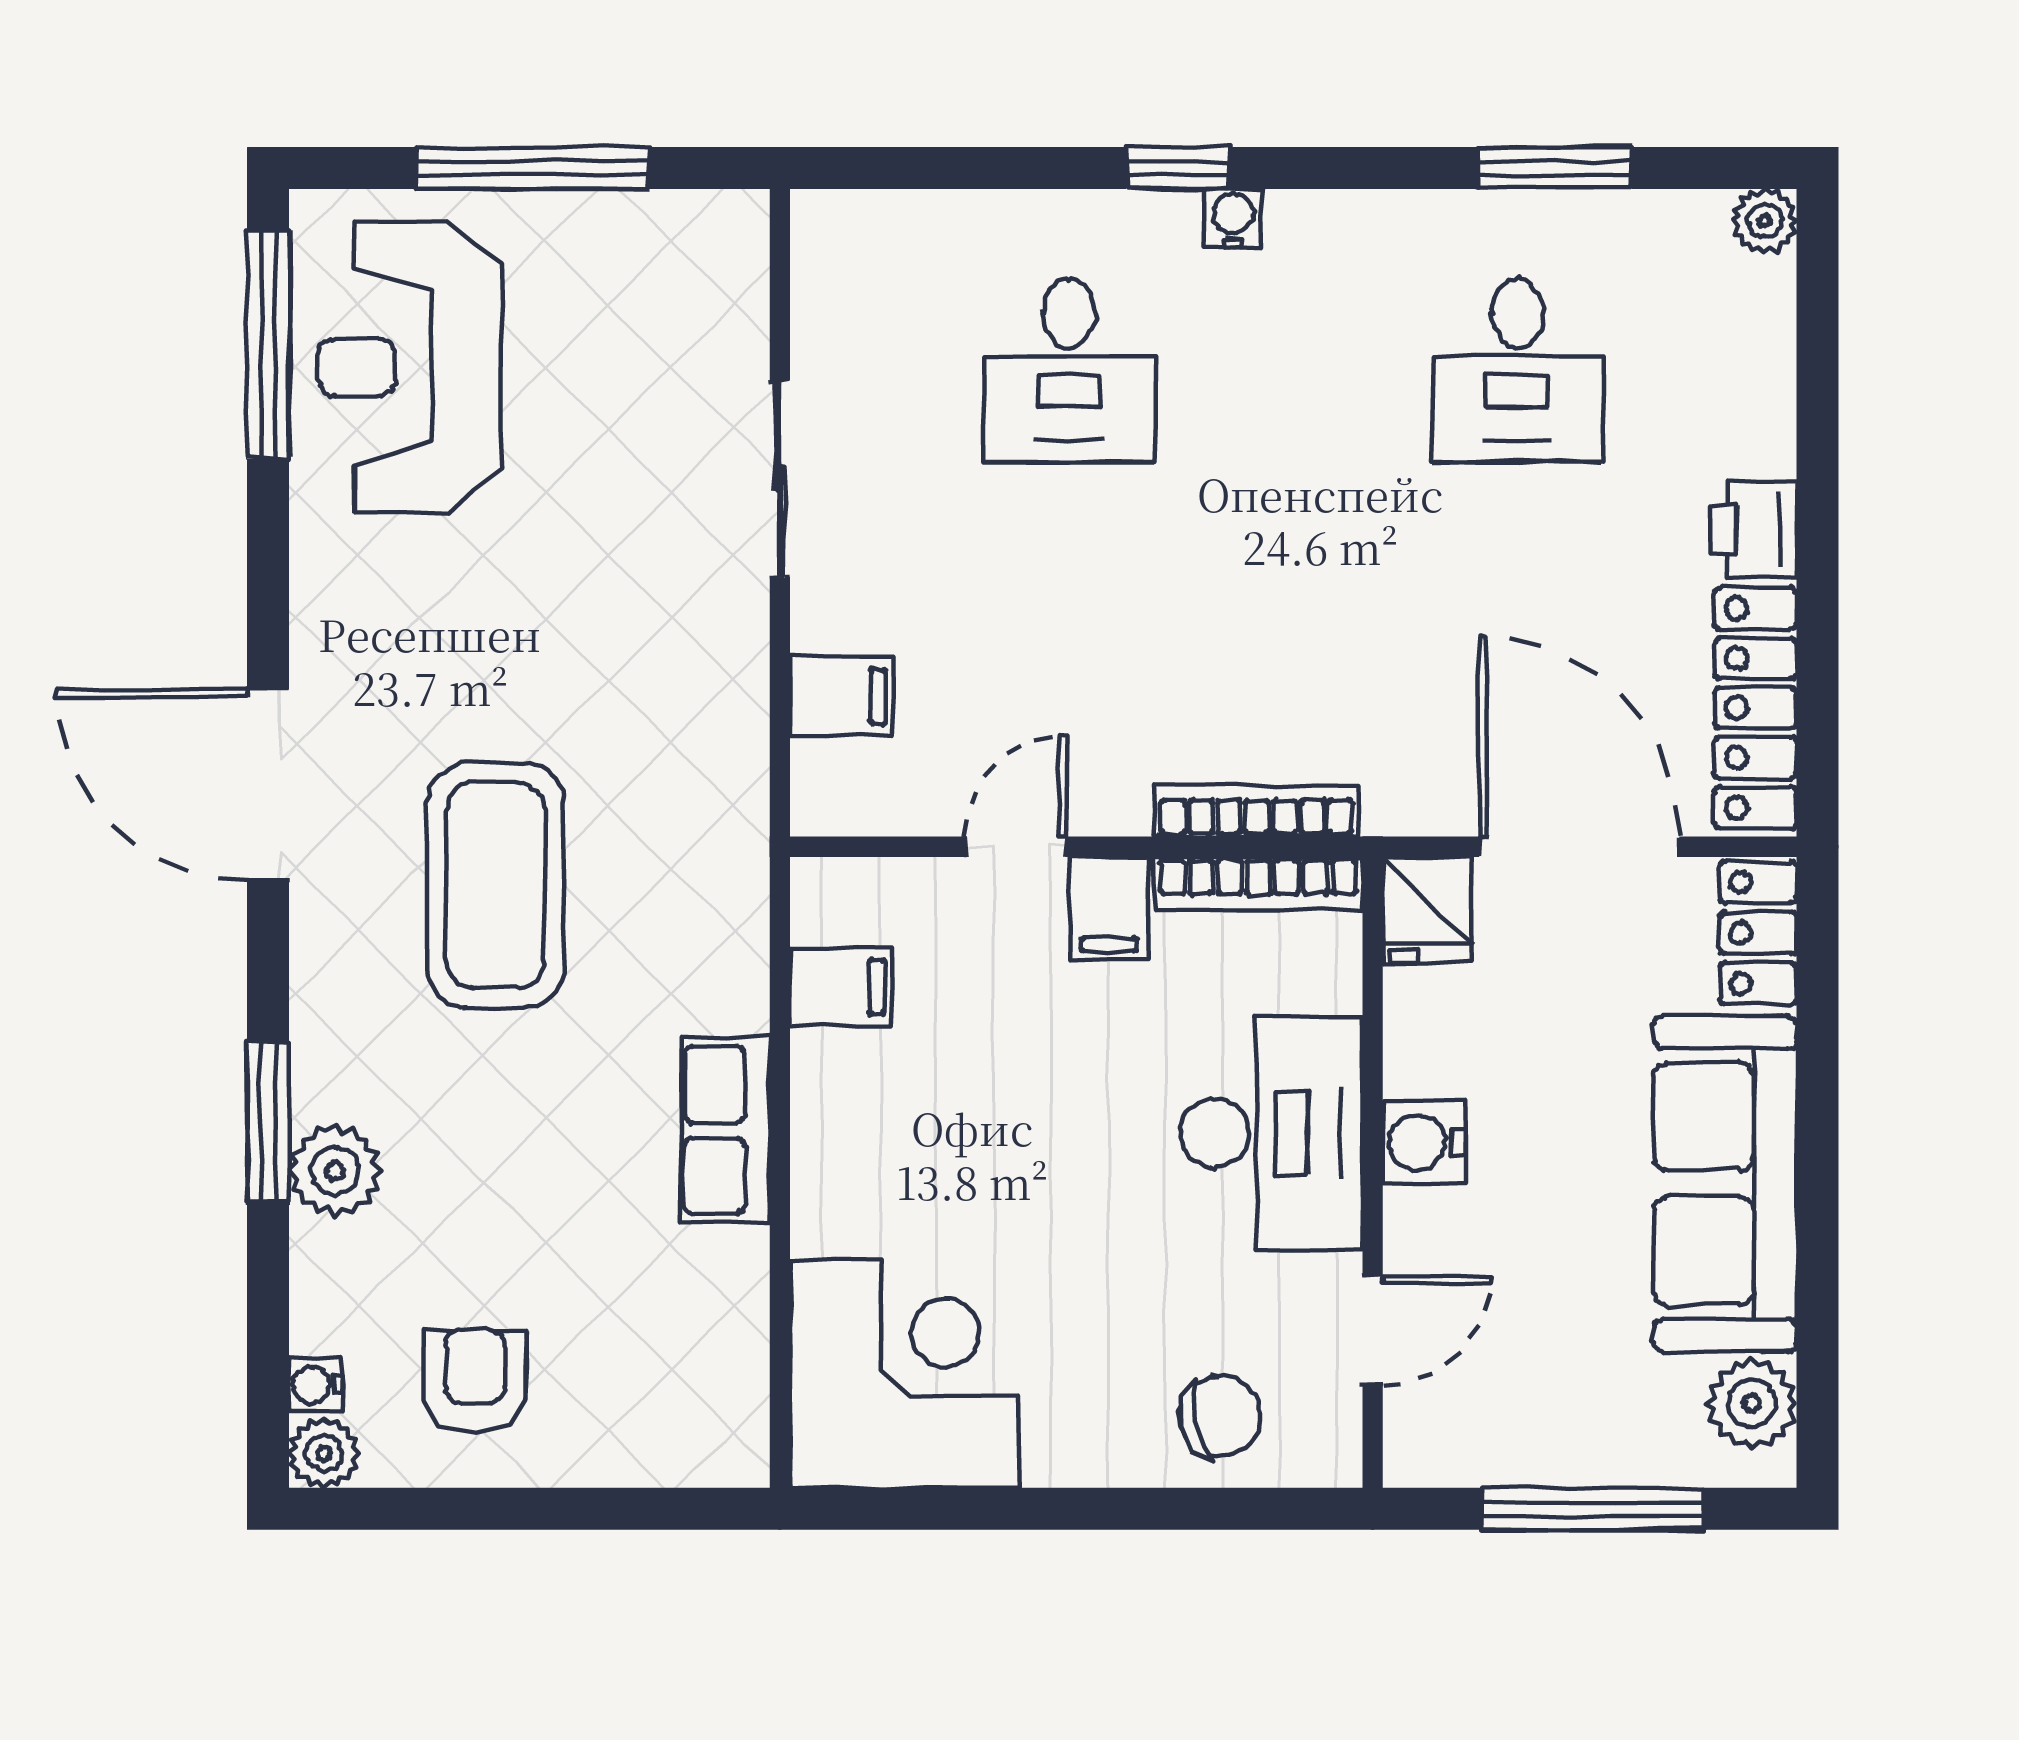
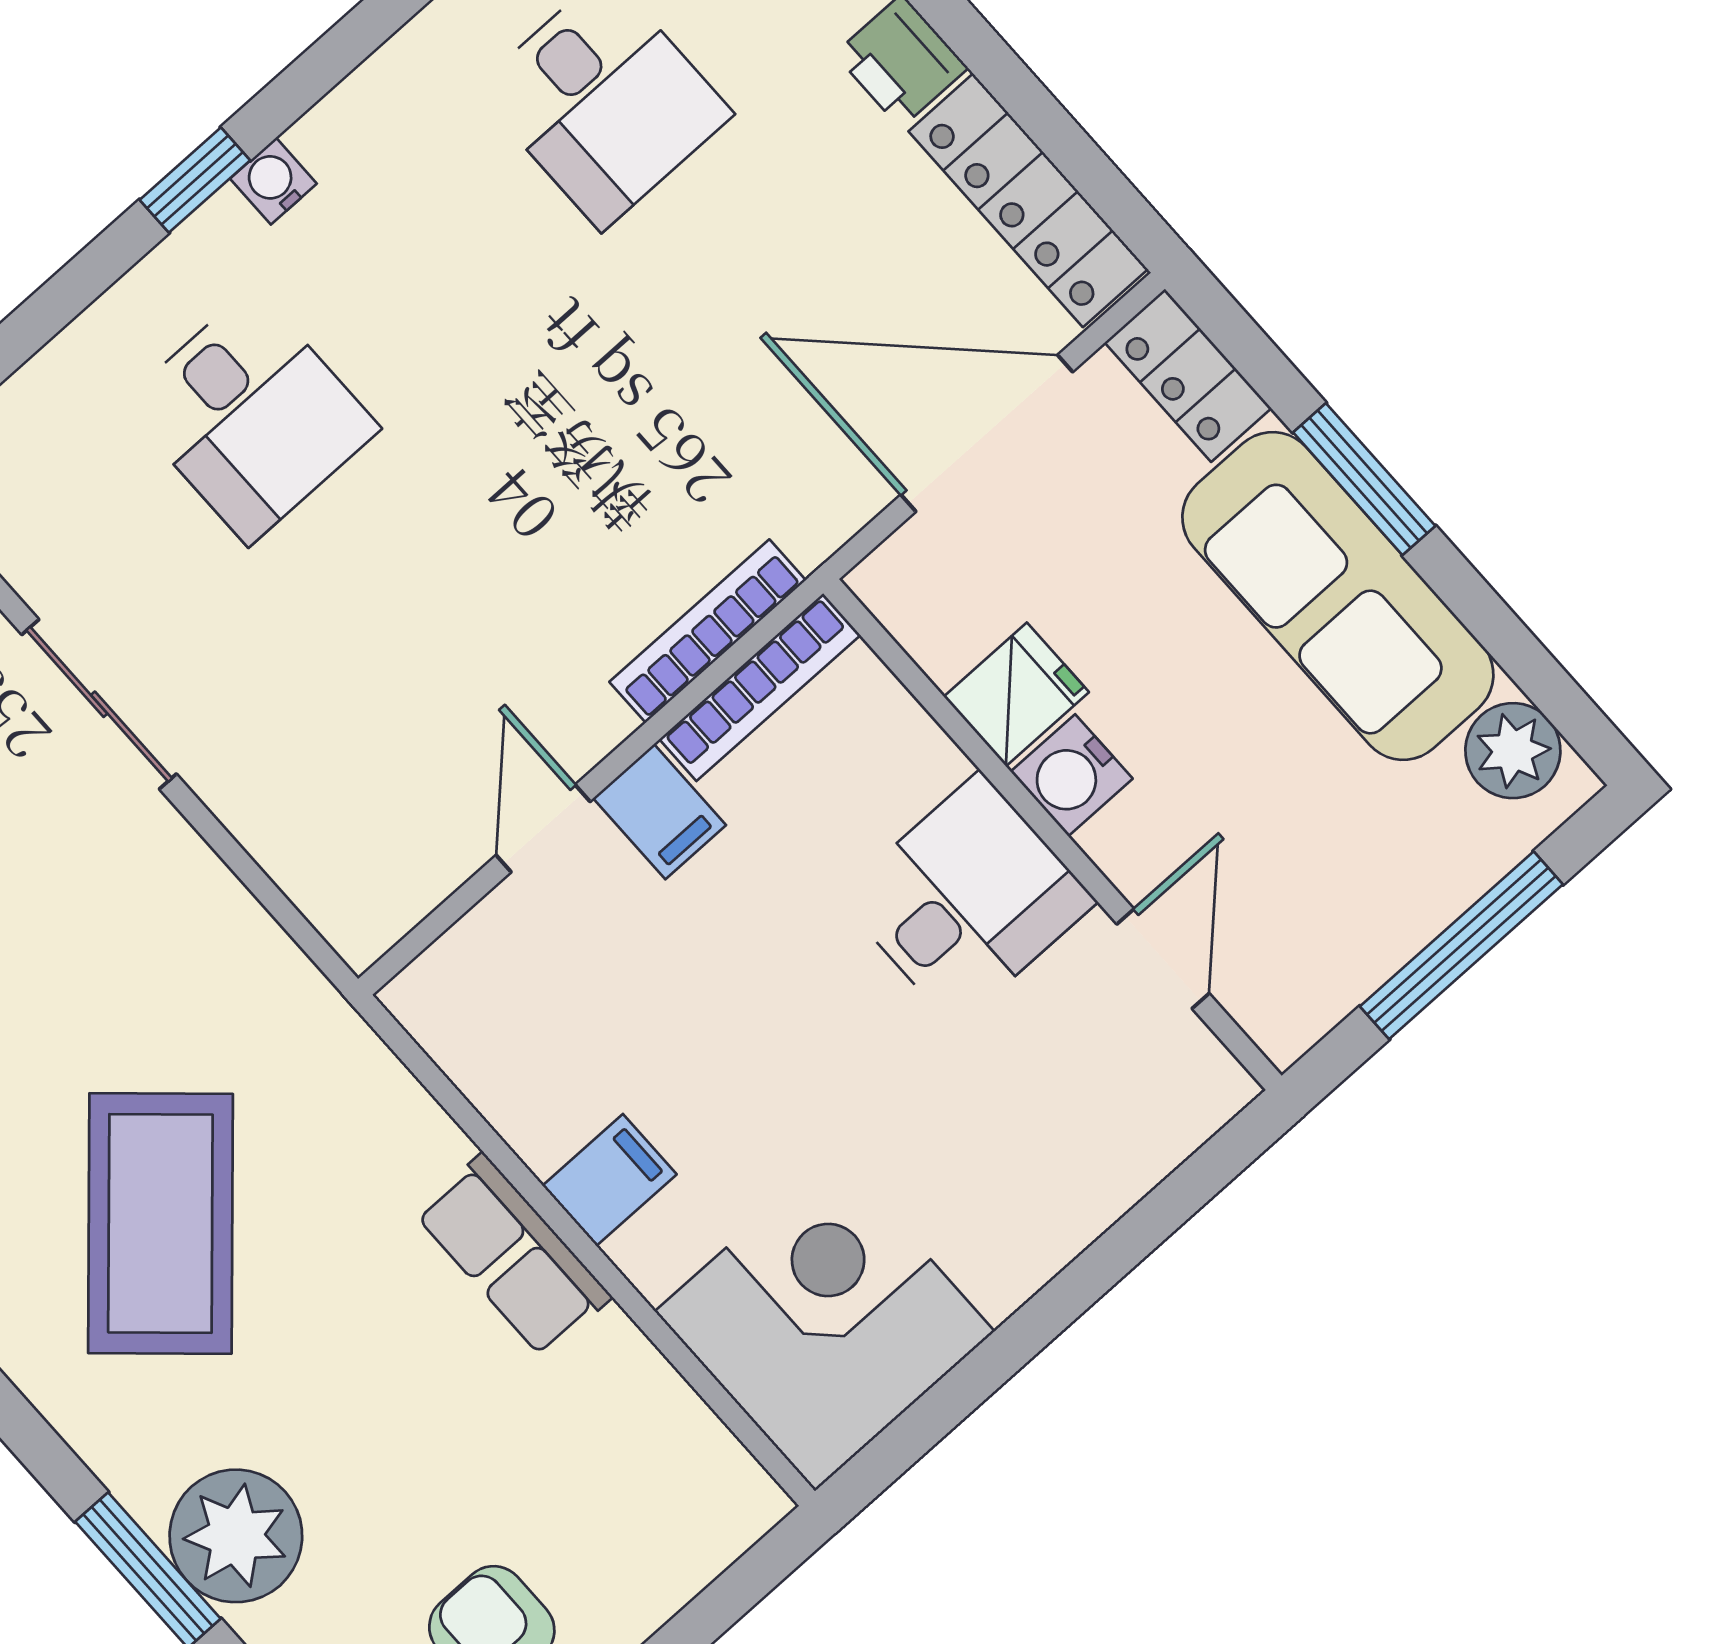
filing cabinet: (842, 696) -> (300, 832), removed
coffee table: (496, 885) -> (160, 1224), turned 42
fridge: (1427, 910) -> (1016, 694), moved, turned -90
filing cabinet: (841, 987) -> (610, 1180), moved
window: (1818, 1118) -> (1364, 479), added
desk: (1271, 1133) -> (967, 899), width x0.73
plant: (335, 1171) -> (236, 1536), width x1.36, depth x1.36
chair: (1220, 1416) -> (1103, 1134), removed

